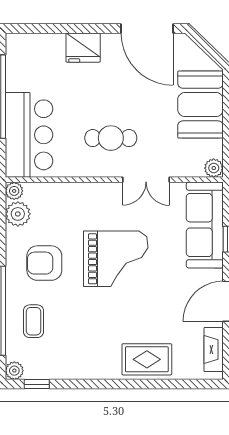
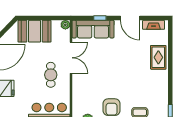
double door: (146, 180) -> (71, 58), width x1.37
grand piano: (116, 259) -> (109, 72), removed

